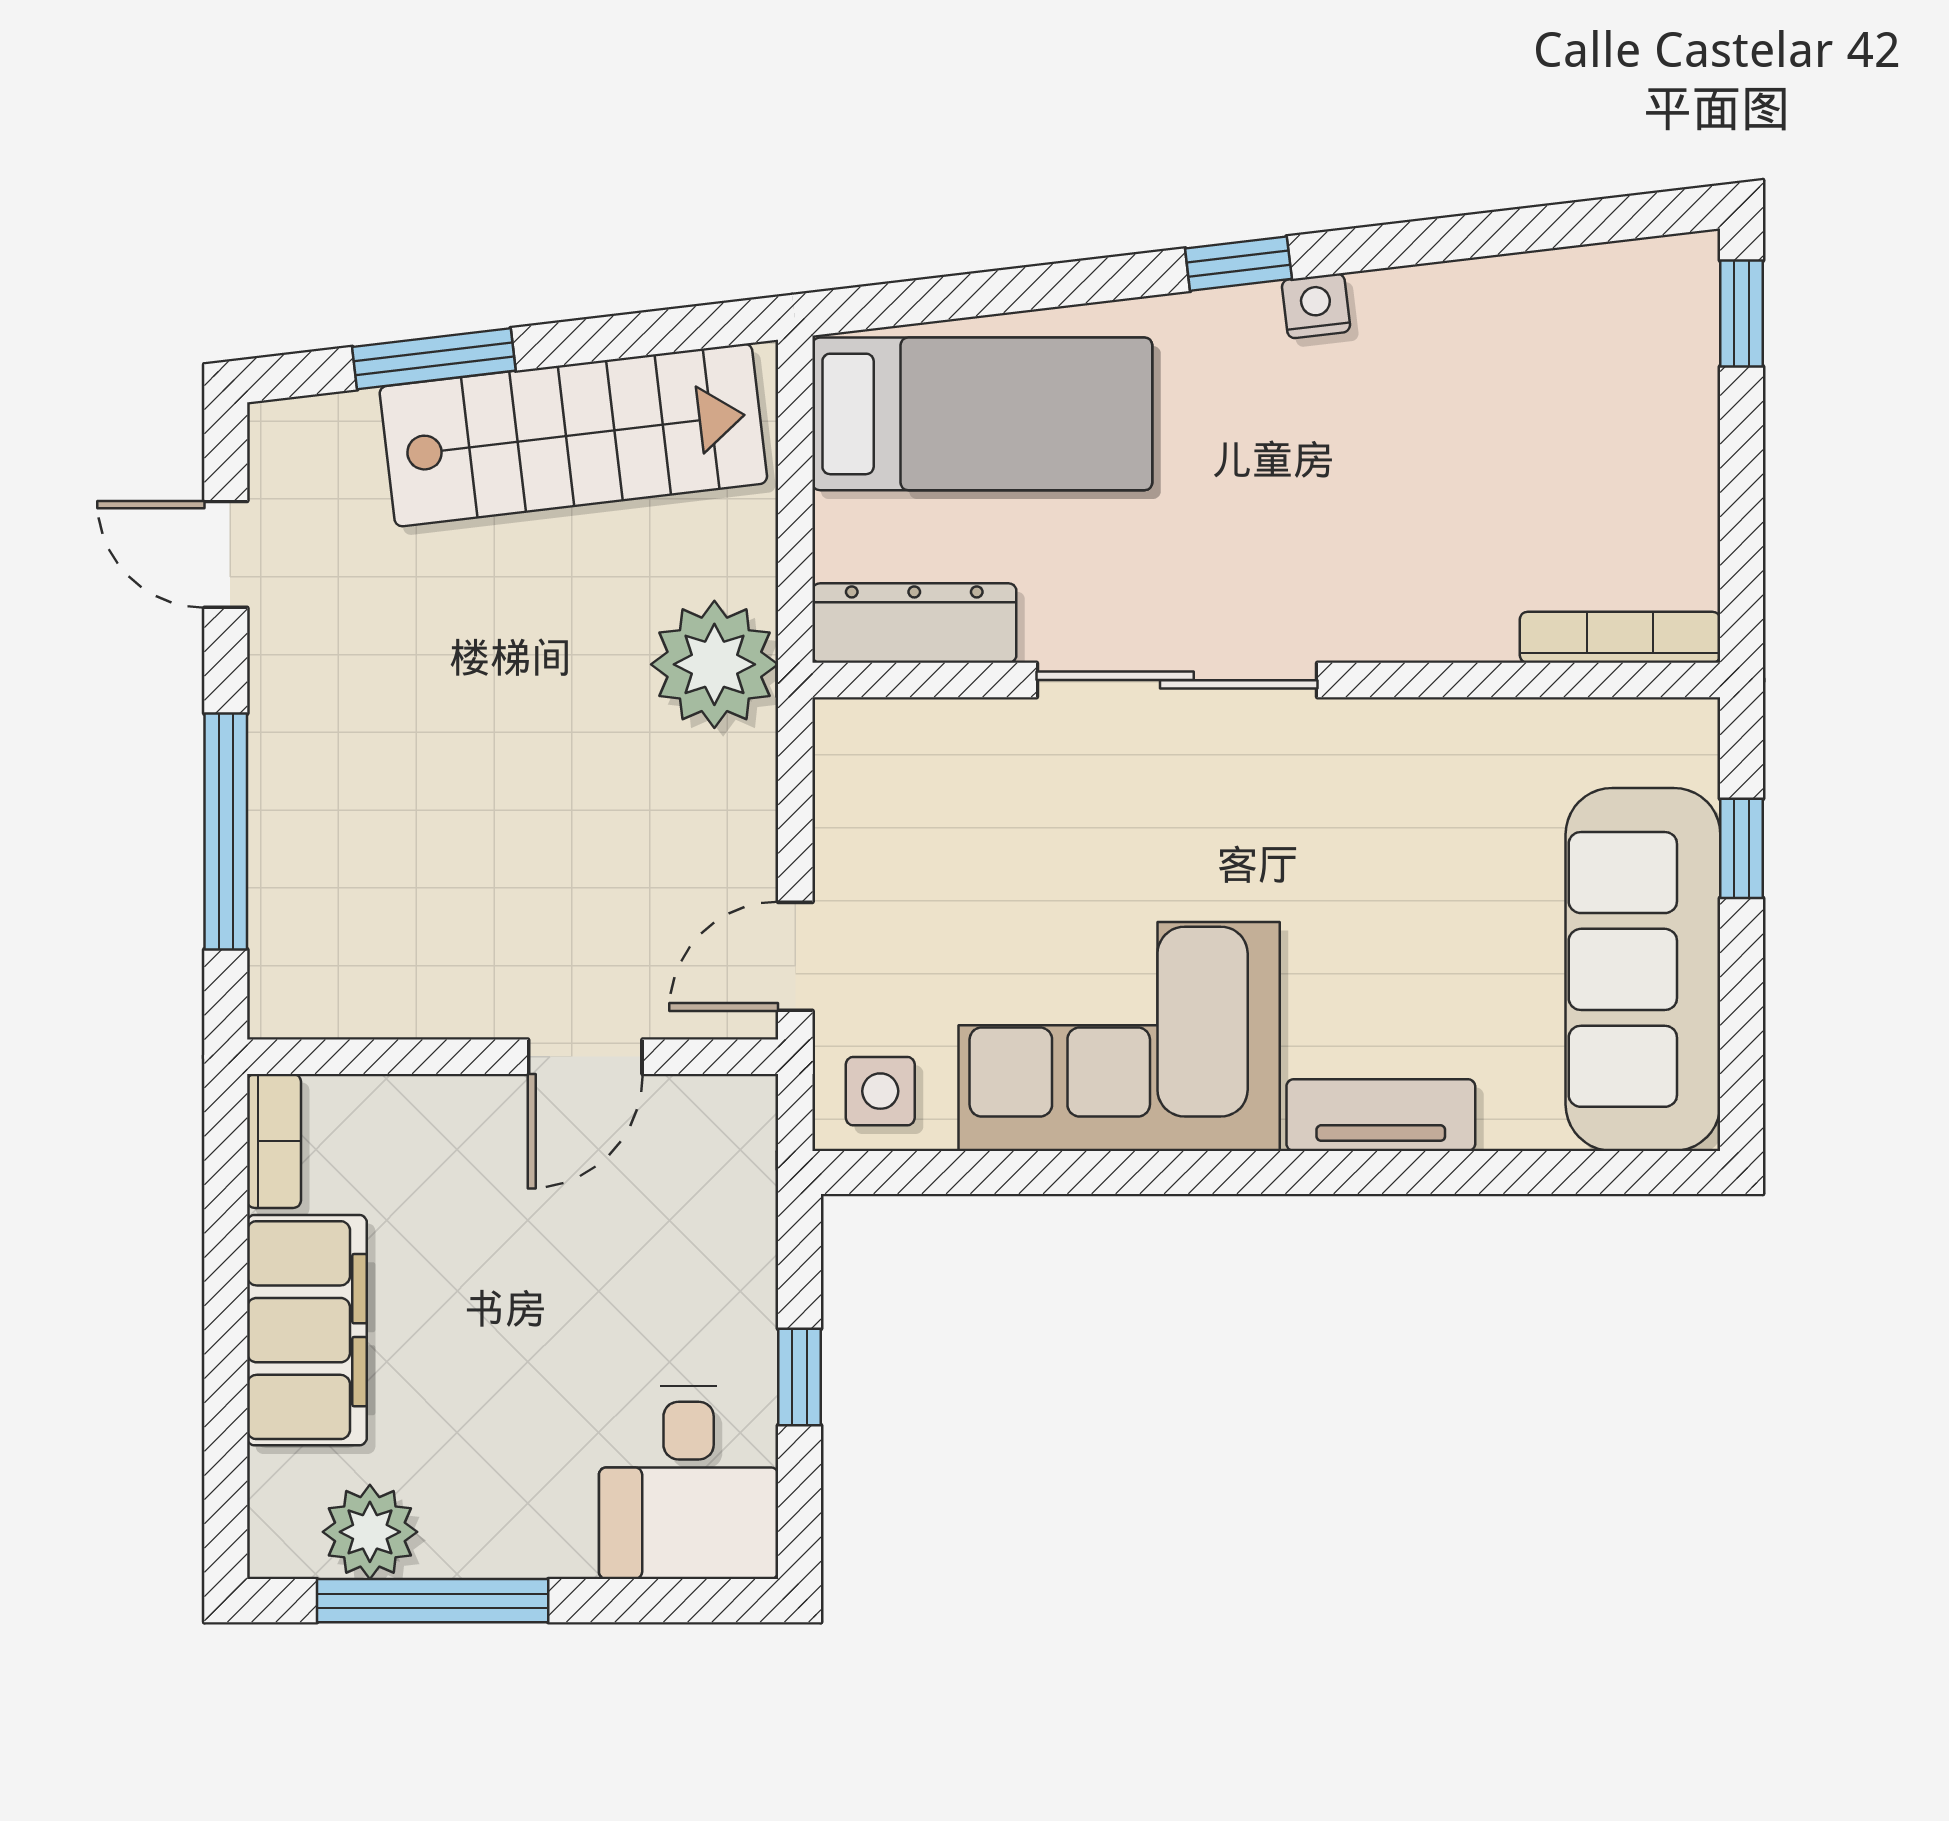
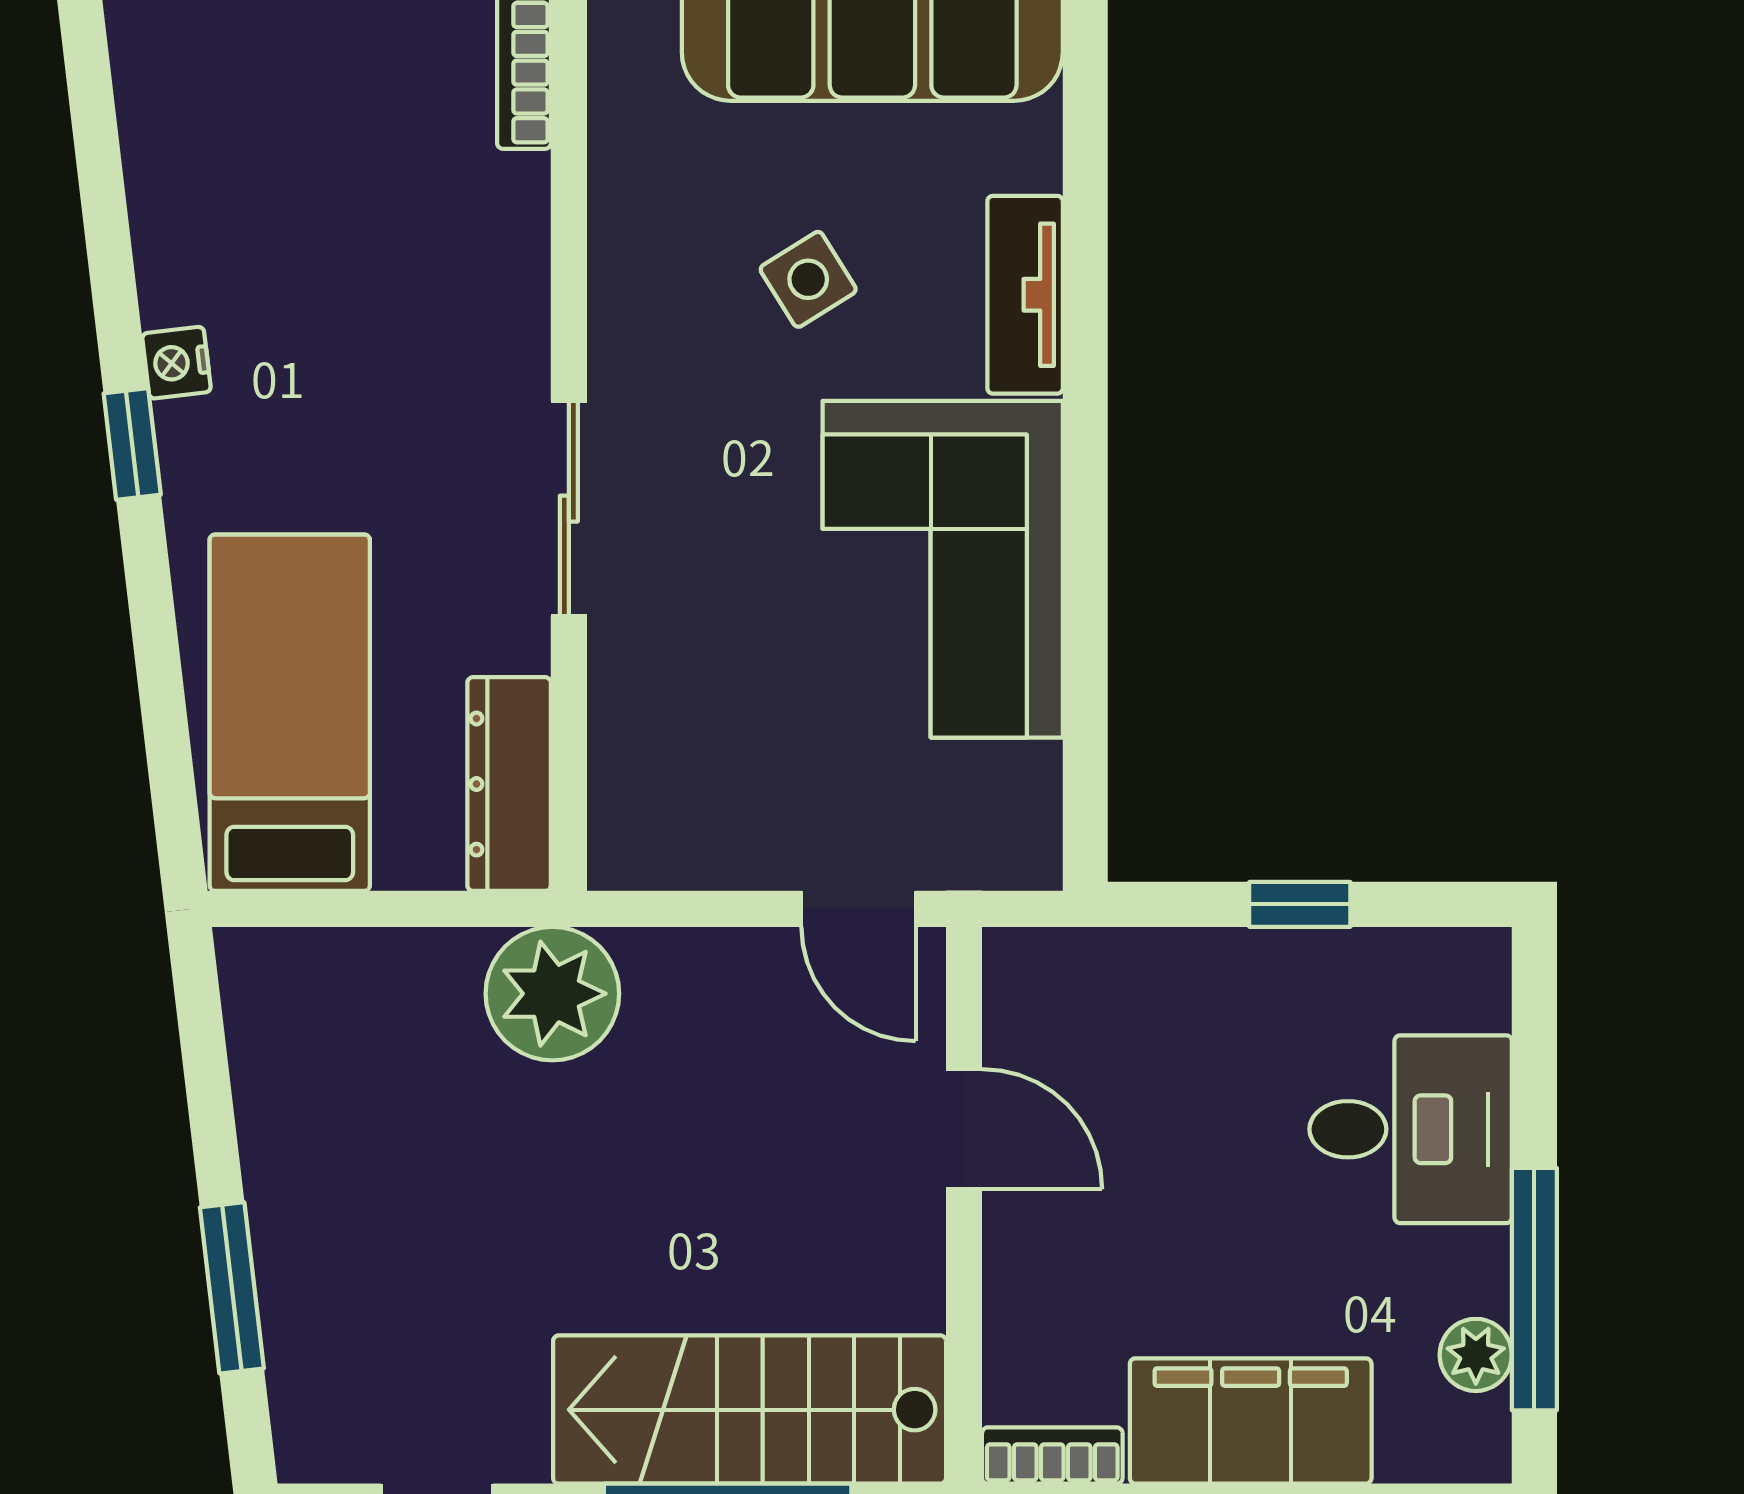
stairs: (573, 435) -> (750, 1410), moved, turned -83
sliding door: (1177, 680) -> (569, 509), width x0.73
side table: (880, 1091) -> (808, 279), moved, turned -32
desk: (689, 1483) -> (1411, 1129), moved
plant: (370, 1532) -> (1476, 1355), width x0.73, depth x0.73

